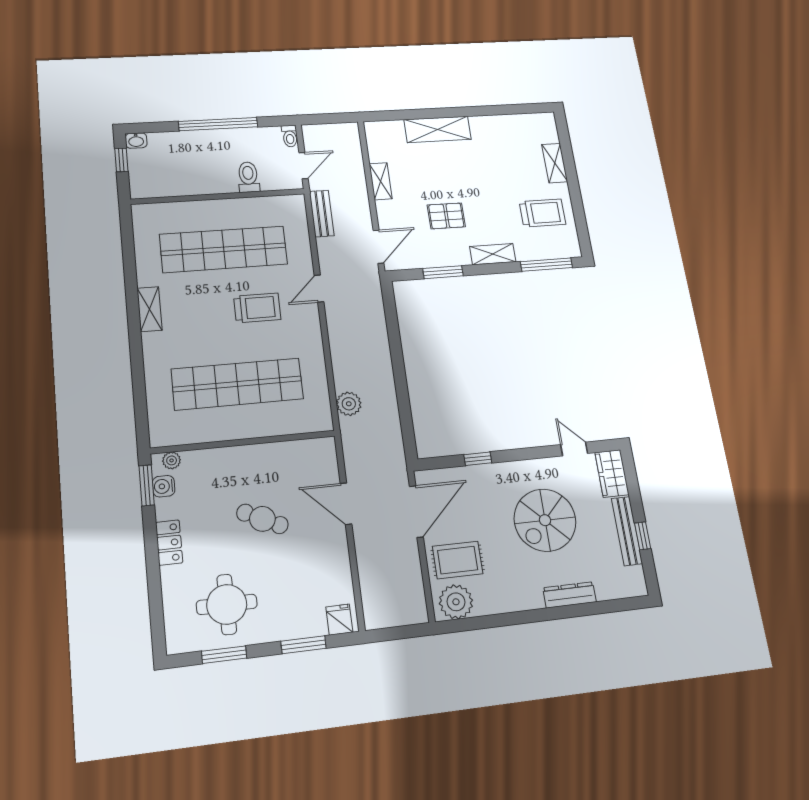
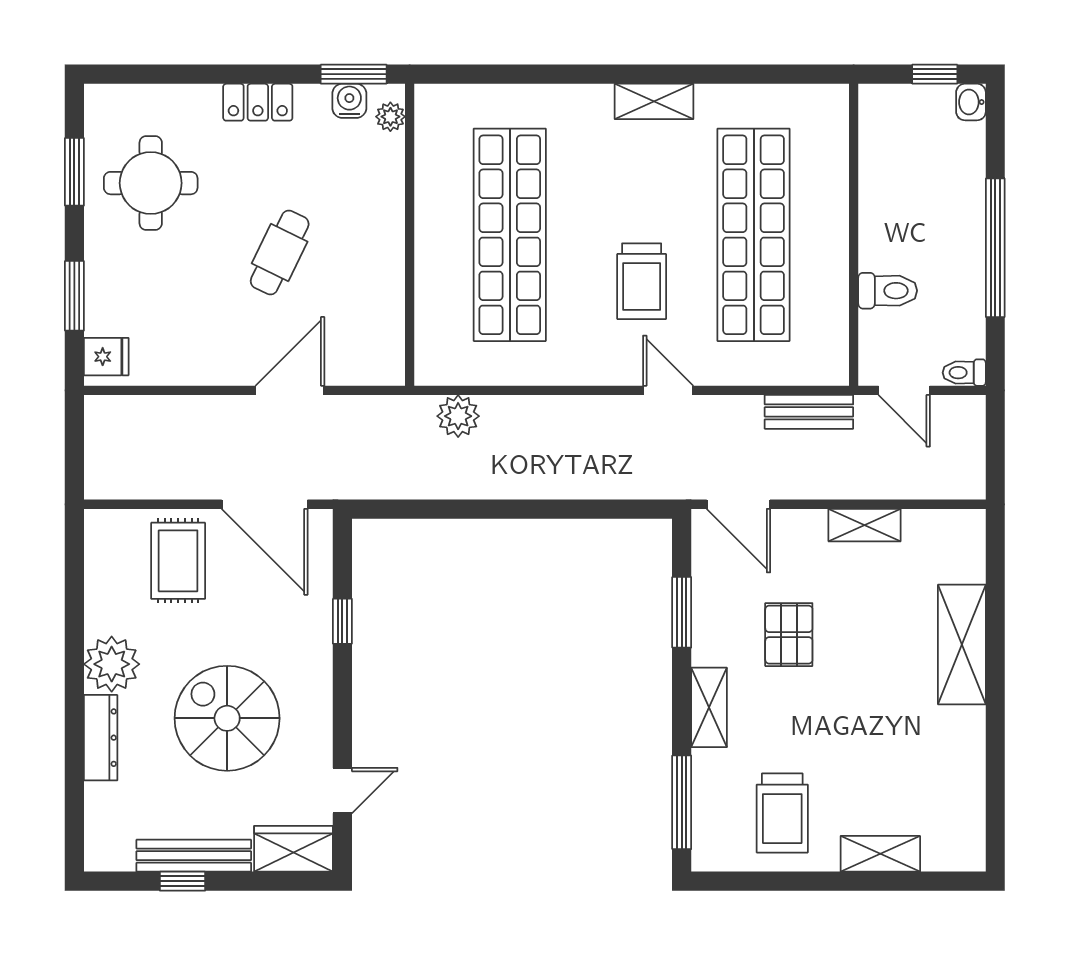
plant: (456, 602) -> (112, 664), moved

